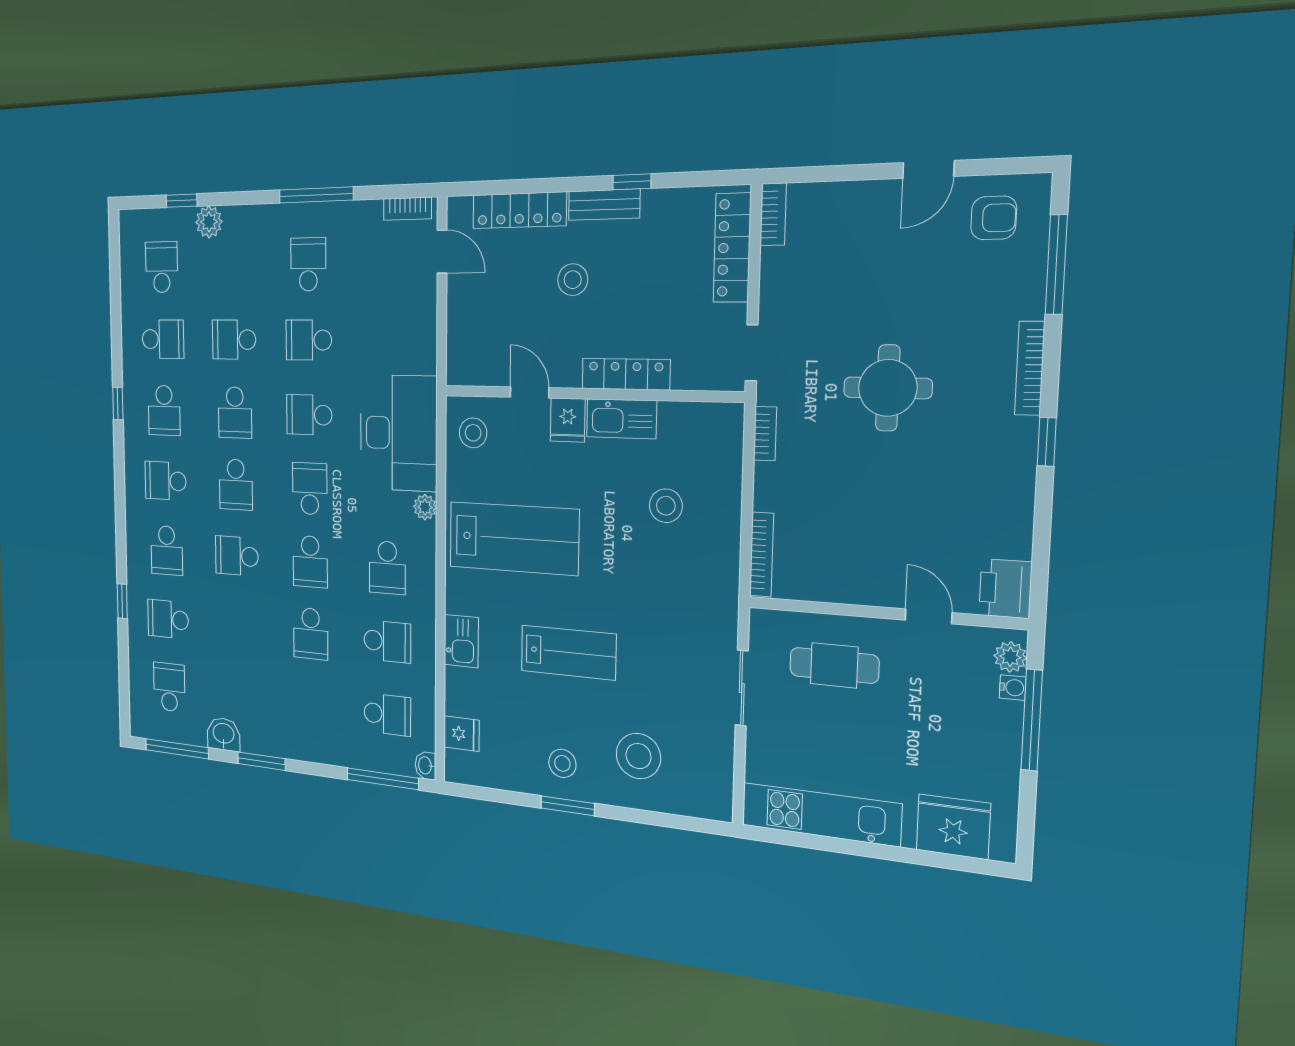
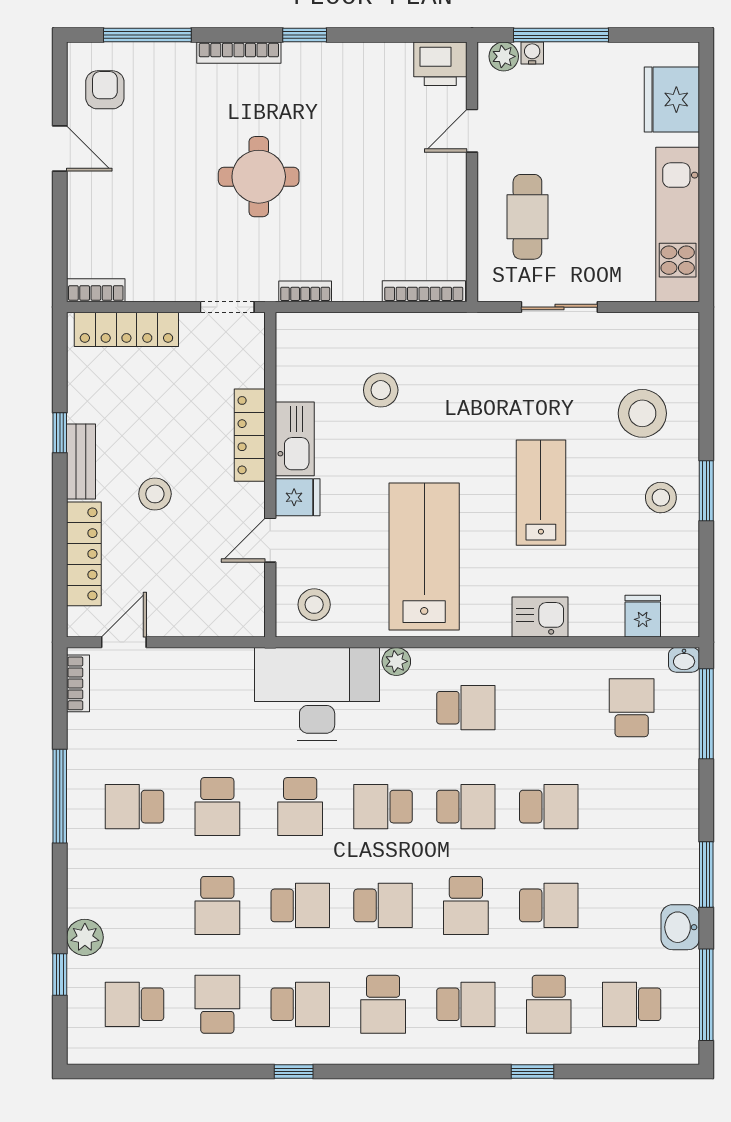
school desk: (387, 641) -> (549, 905), moved, turned 90

